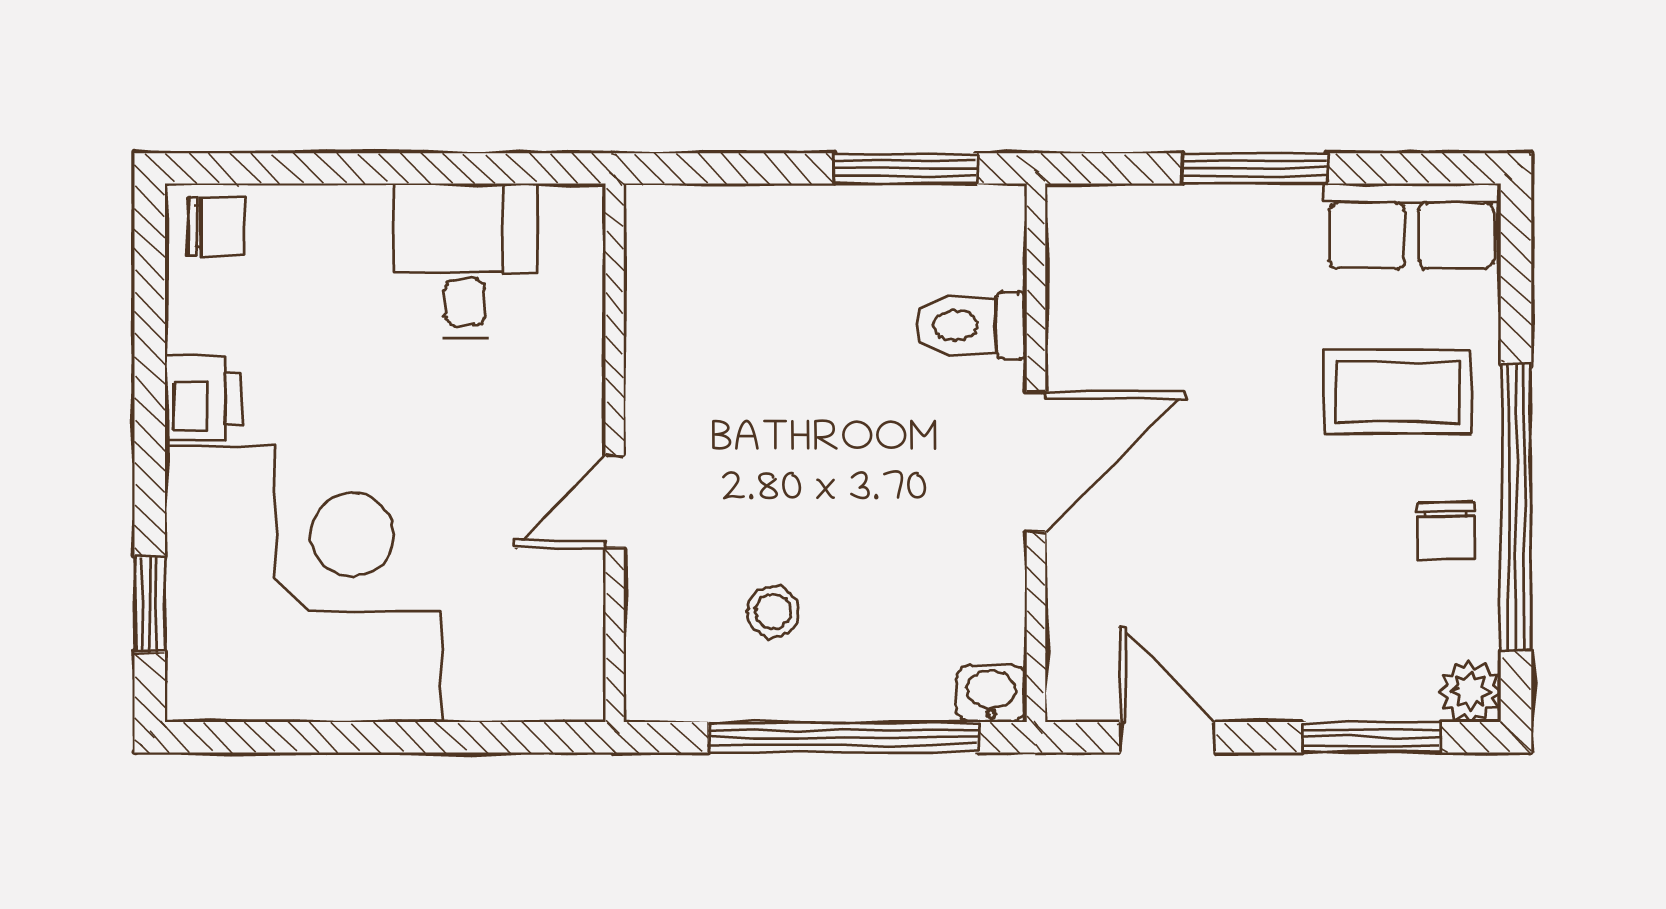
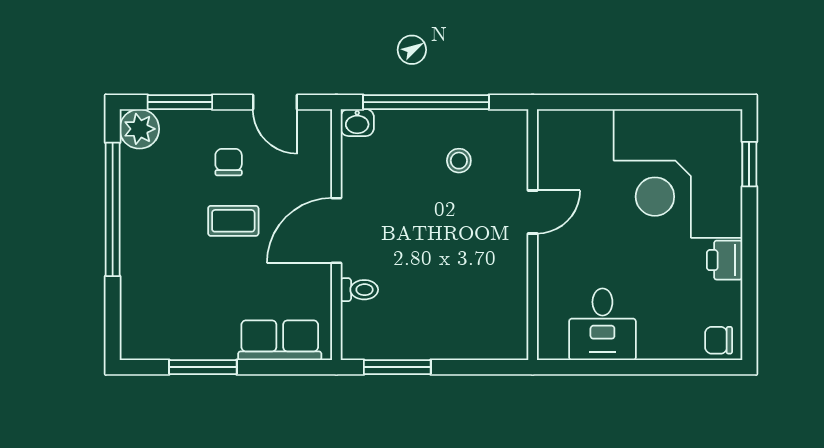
window: (1255, 168) -> (203, 367), moved
row of seats: (1412, 226) -> (280, 340), moved
toilet: (971, 326) -> (359, 290), width x0.73, depth x0.72
coffee table: (1398, 392) -> (233, 221), moved, width x0.73, depth x0.77
chair: (1446, 531) -> (229, 162), moved
plant: (1470, 691) -> (139, 129), width x1.38, depth x1.38

